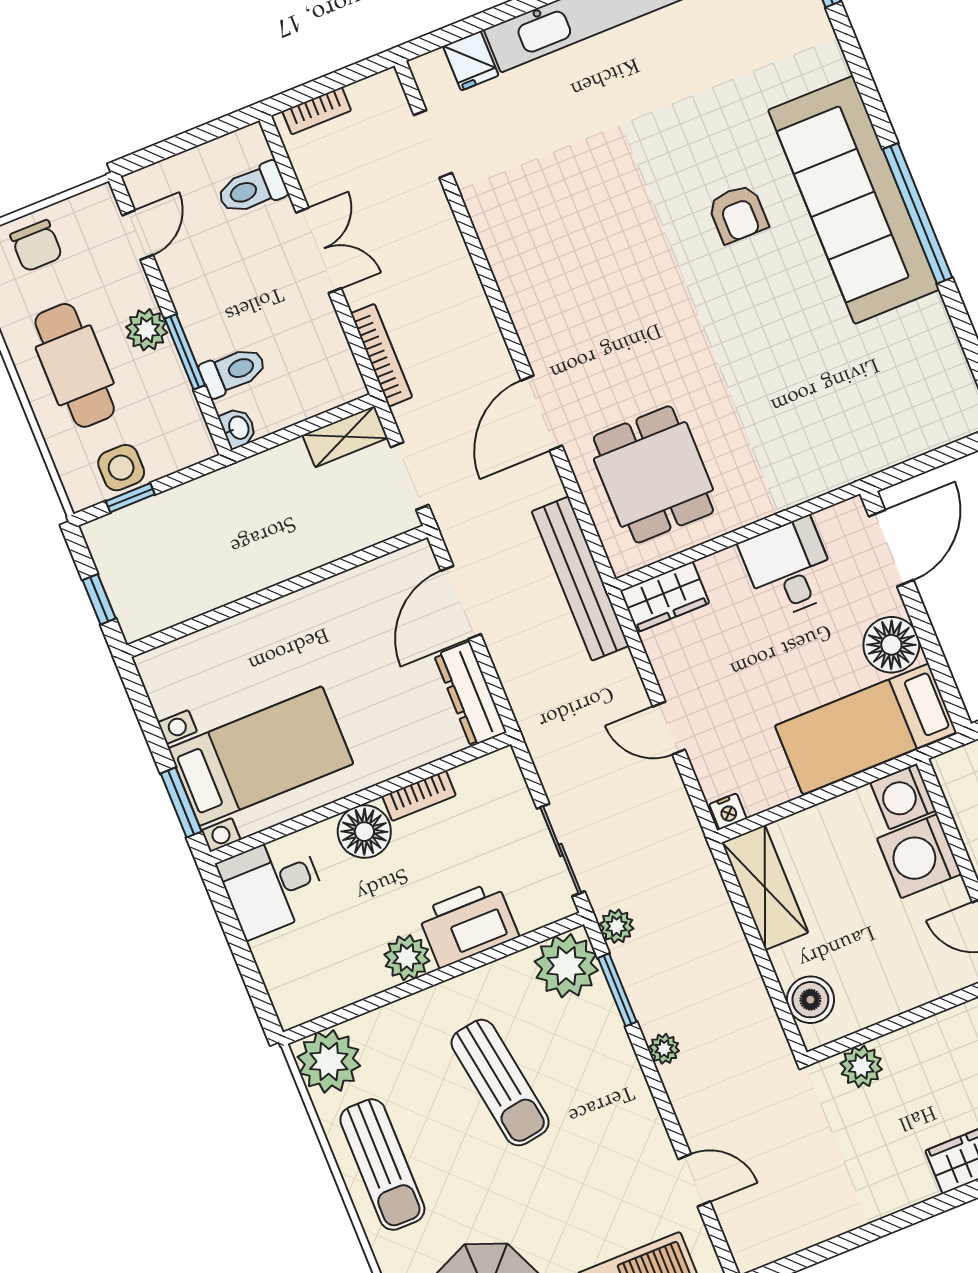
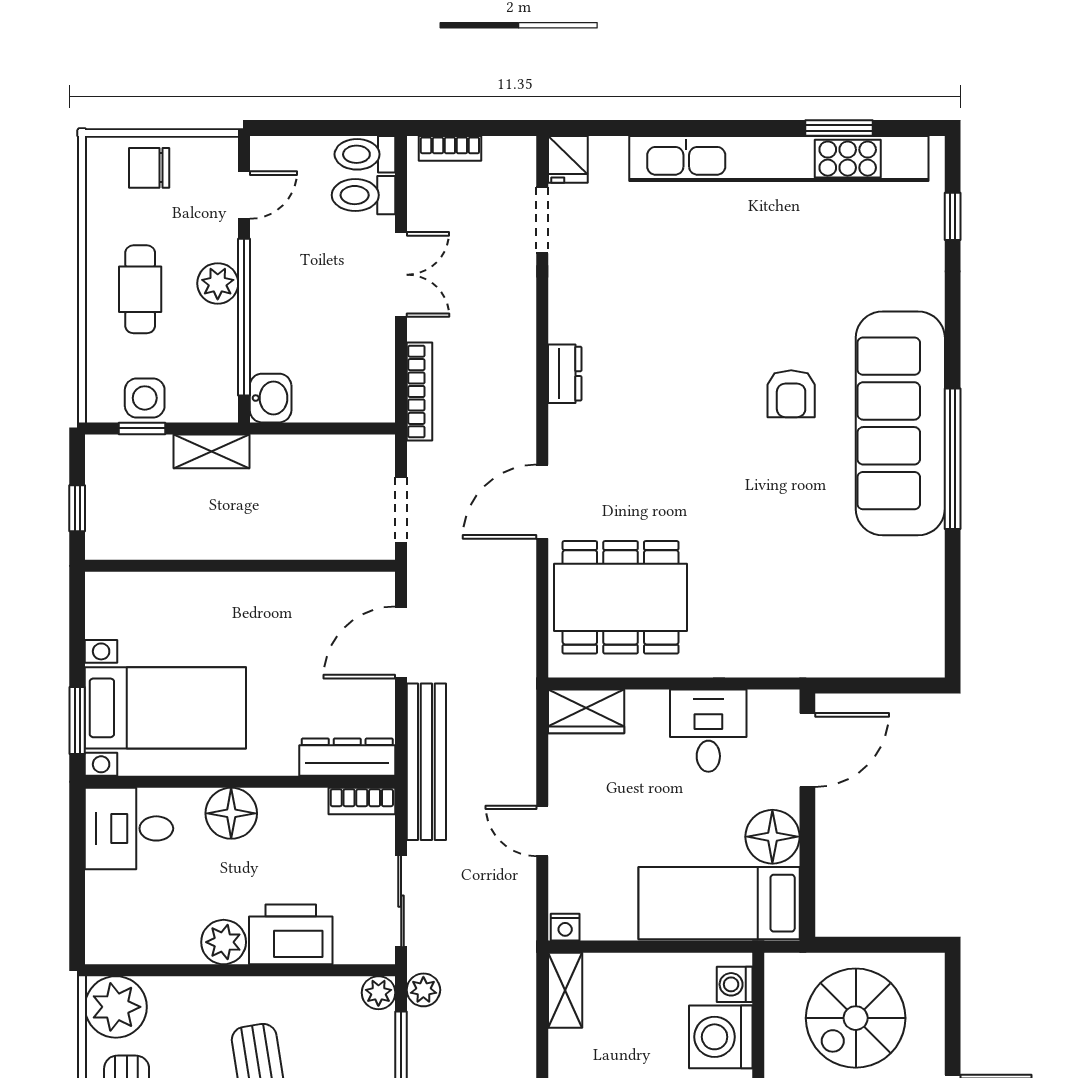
fridge: (471, 61) -> (568, 159), moved
chair: (36, 246) -> (149, 168), turned 90
dresser: (514, 282) -> (565, 374), added
window: (185, 352) -> (244, 317), width x2.11
cafe table: (75, 365) -> (140, 289), width x0.73, depth x0.74
toilet: (233, 371) -> (365, 154), moved, turned 180
washbasin: (238, 428) -> (271, 398), width x1.38, depth x1.45
shelving: (345, 437) -> (211, 451), moved
dining table: (653, 474) -> (621, 597), width x1.38
bench: (580, 579) -> (426, 762), moved
dresser: (470, 694) -> (347, 757), moved, turned 90
bookcase: (419, 796) -> (362, 801), moved
washing machine: (903, 797) -> (735, 984), width x0.73, depth x0.73
shelving: (765, 888) -> (565, 990), width x0.67, depth x0.75
plant: (566, 966) -> (378, 993), width x0.53, depth x0.53

